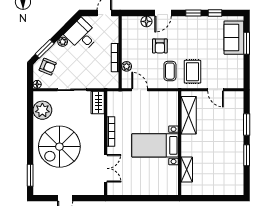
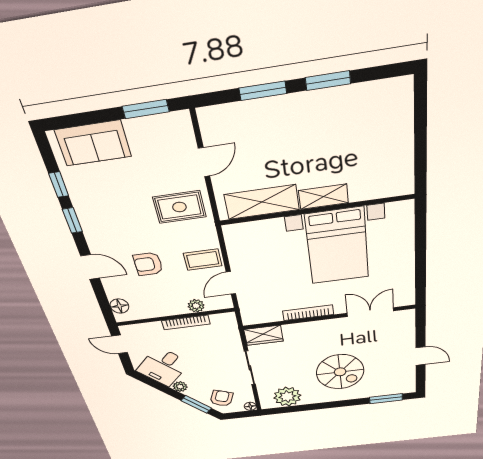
floor lamp: (146, 21) -> (119, 306), moved
window: (247, 43) -> (146, 109), moved
armchair: (160, 46) -> (148, 264), turned 180
coffee table: (170, 71) -> (203, 260), moved
bed with nightstands: (155, 145) -> (337, 246), width x1.36
spiral stairs: (59, 147) -> (340, 372), width x0.73, depth x0.73
shelving: (187, 170) -> (323, 197), moved

